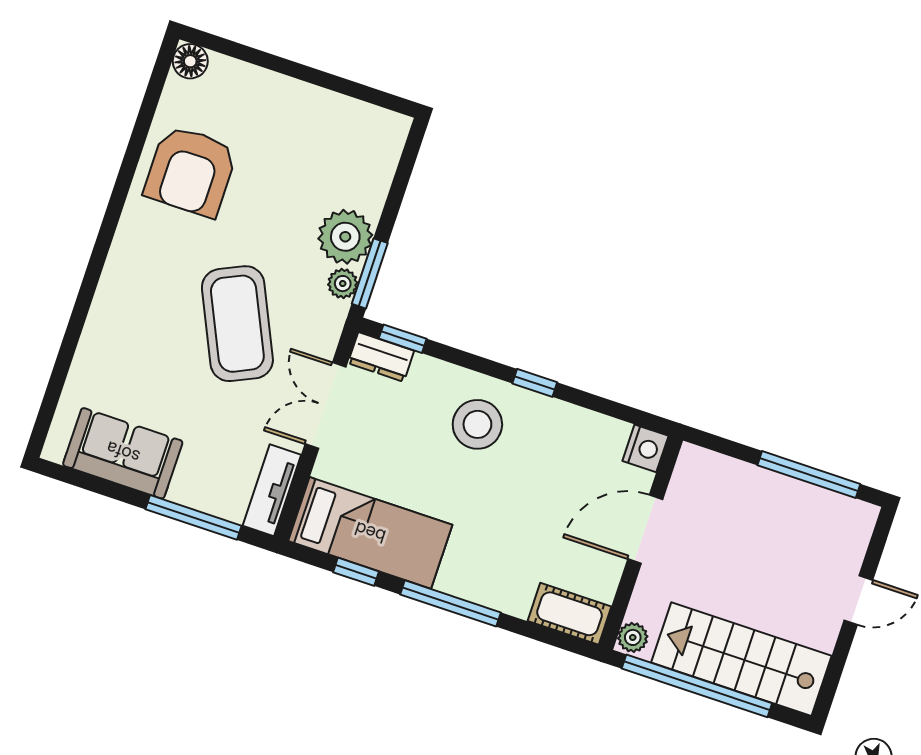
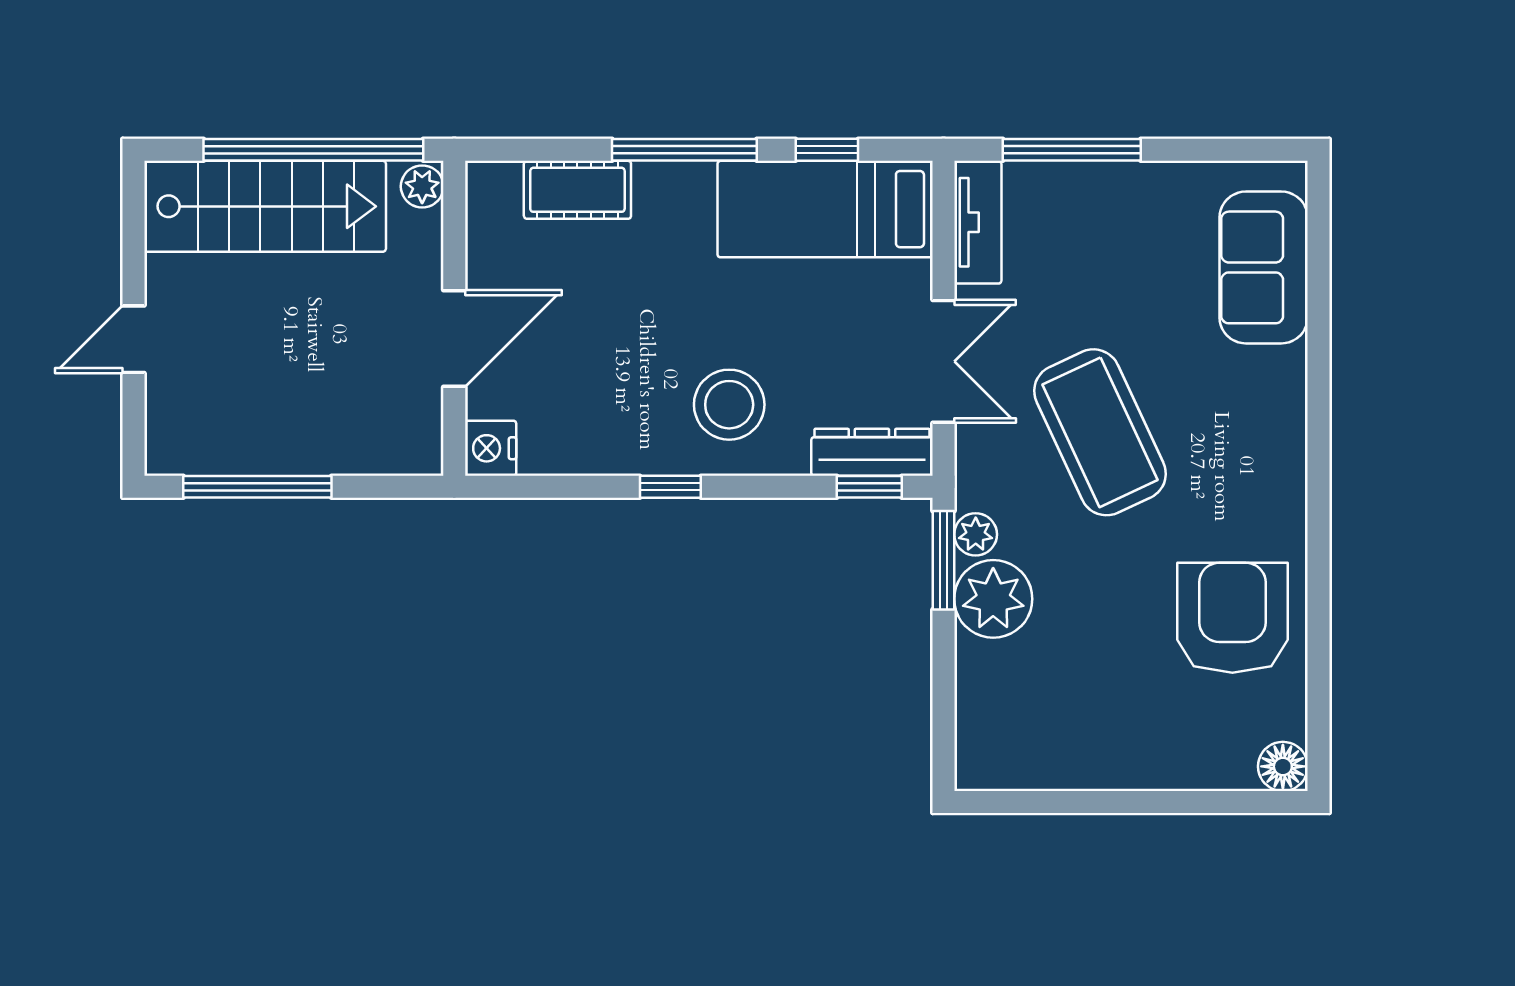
dresser: (381, 357) -> (872, 452), width x1.44
sofa: (123, 453) -> (1264, 267), moved, turned 90
cot: (569, 614) -> (577, 190), moved

